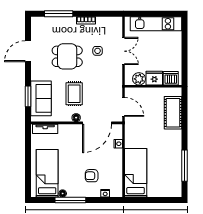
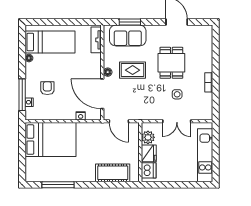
window: (59, 14) -> (216, 54), removed
door: (123, 107) -> (119, 121), hinge flipped
bed: (136, 173) -> (50, 140), width x1.50
window: (70, 200) -> (22, 95), moved

